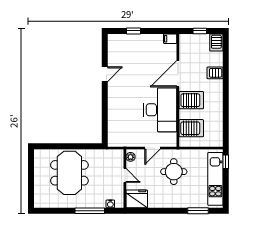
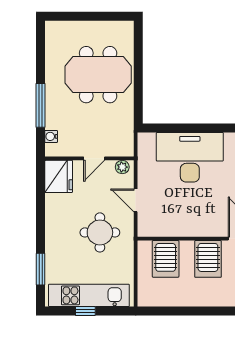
desk: (160, 110) -> (190, 157), moved, turned 180
window: (226, 162) -> (85, 311), moved

